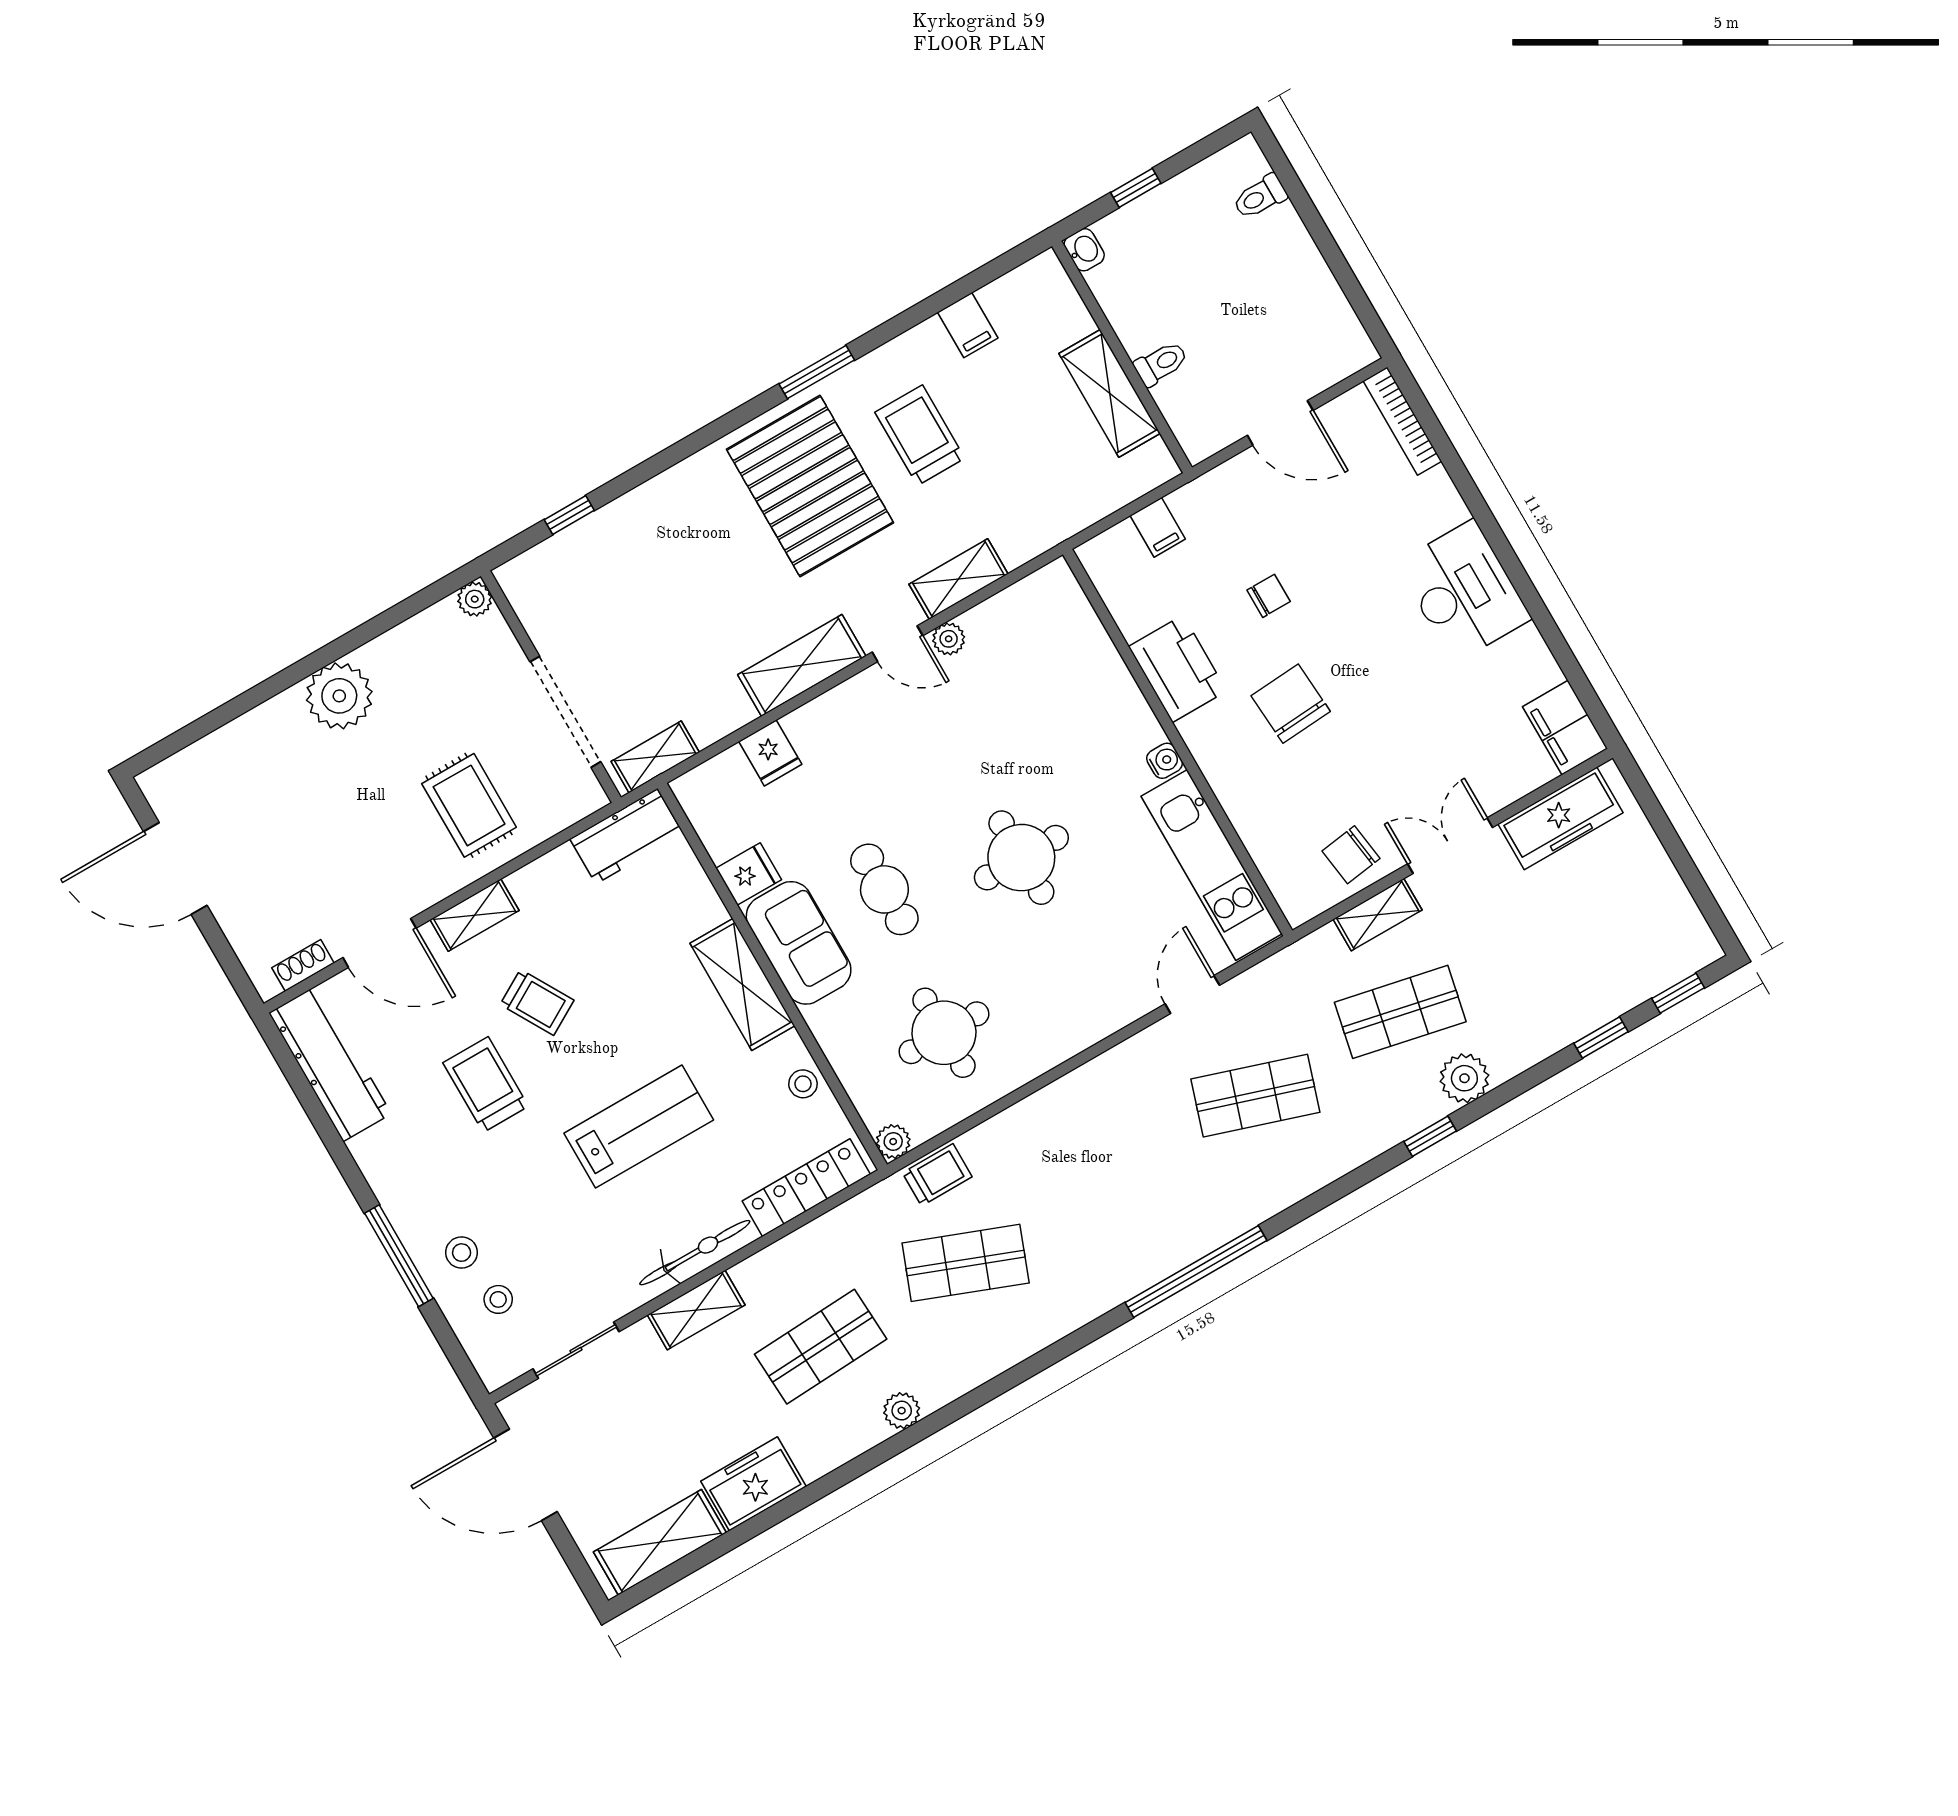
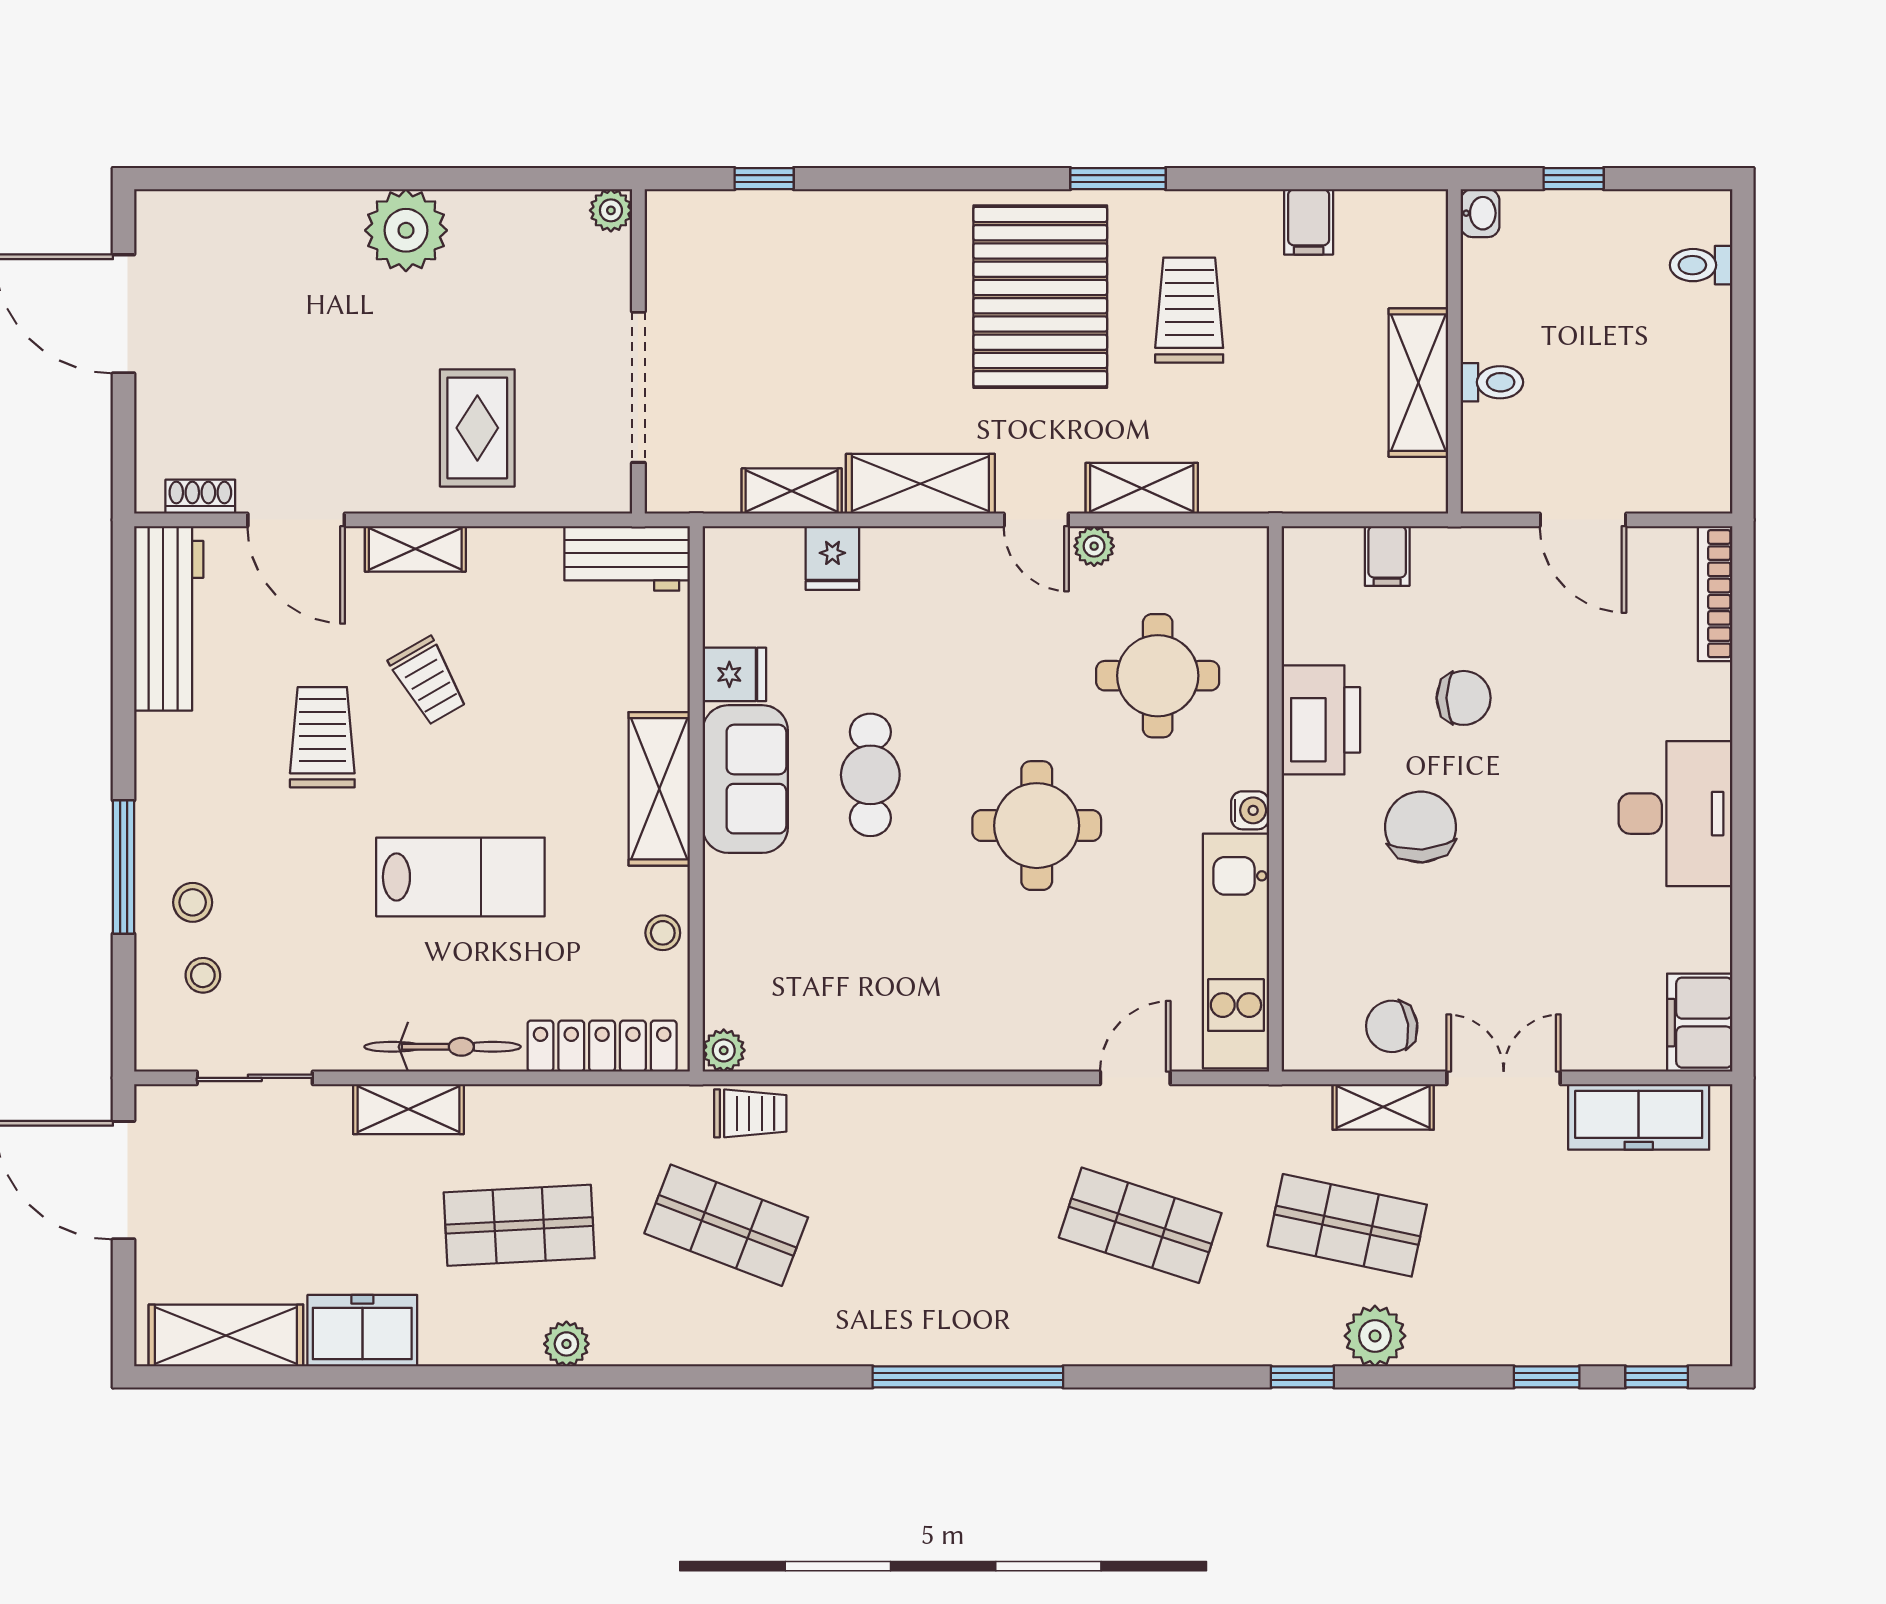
chair: (1269, 596) -> (1464, 698), width x1.37, depth x1.37
shelving: (655, 757) -> (792, 491), moved
round table: (944, 1033) -> (1158, 676), moved

